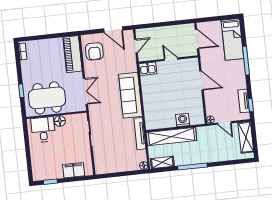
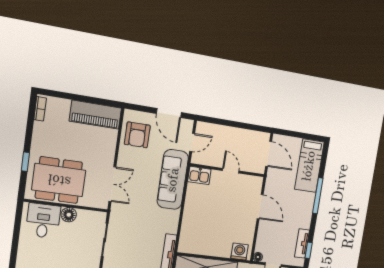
piano: (72, 54) -> (95, 115), moved, turned -90
sofa: (131, 95) -> (173, 180), moved
washing machine: (183, 120) -> (240, 252), moved

